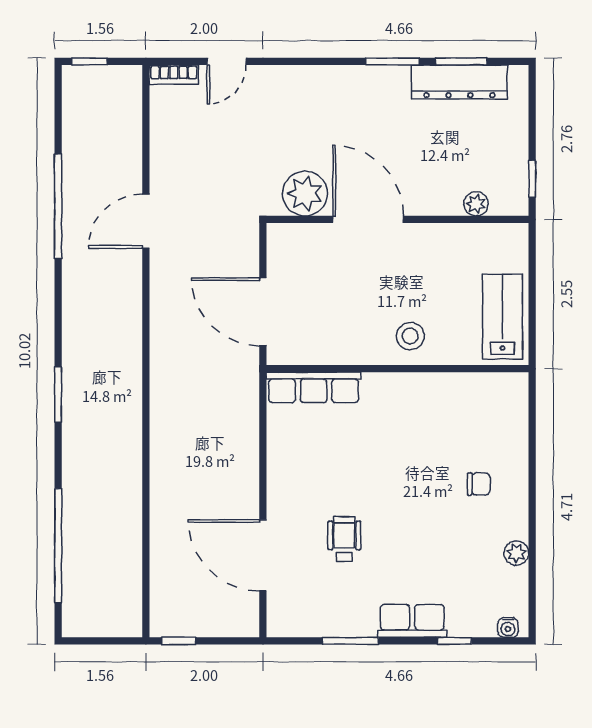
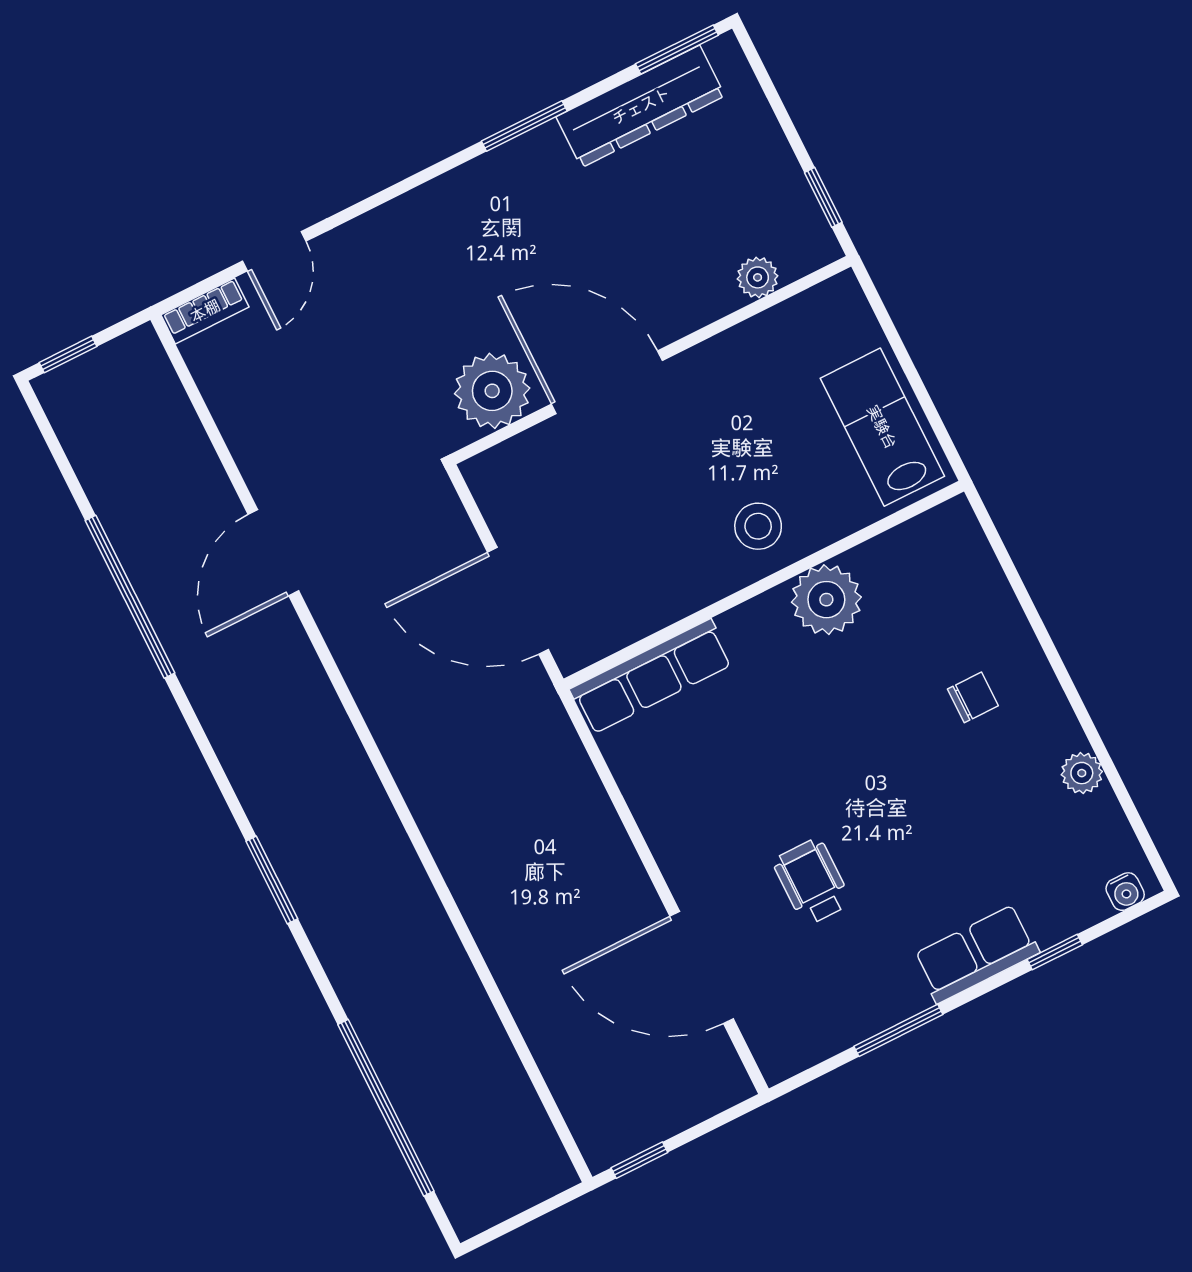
window: (461, 61) -> (677, 50), moved
plant: (427, 393) -> (826, 600), added

